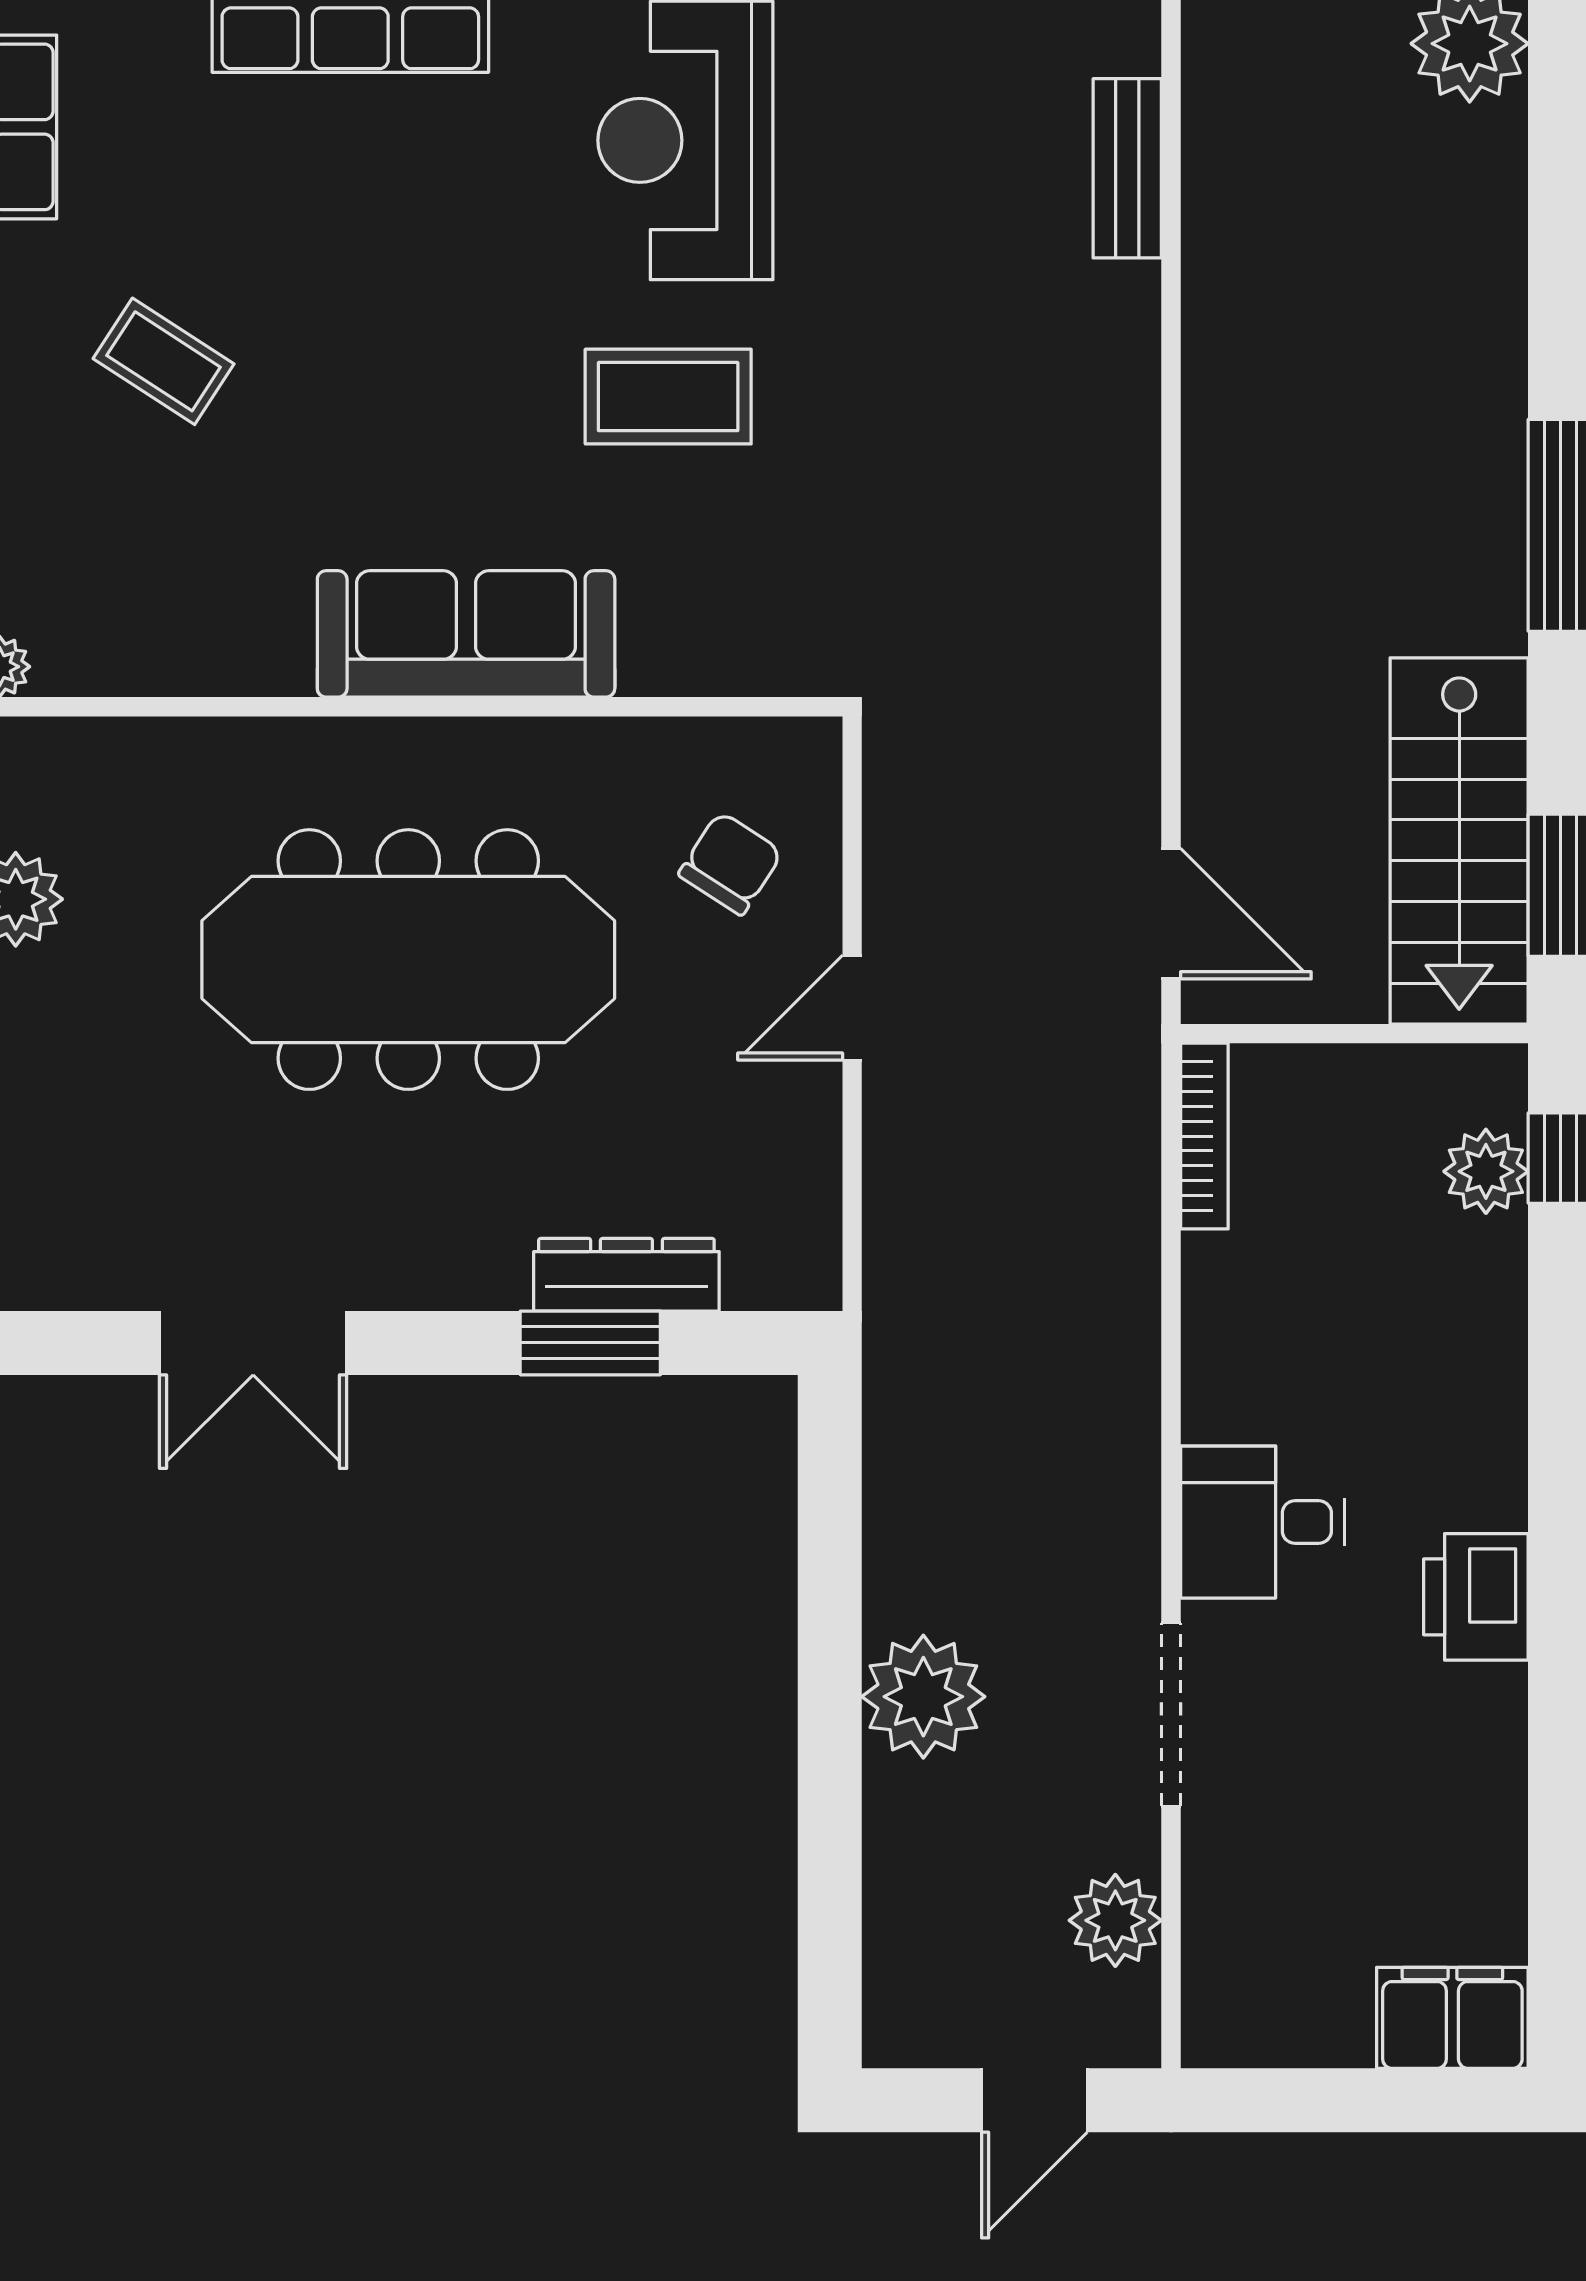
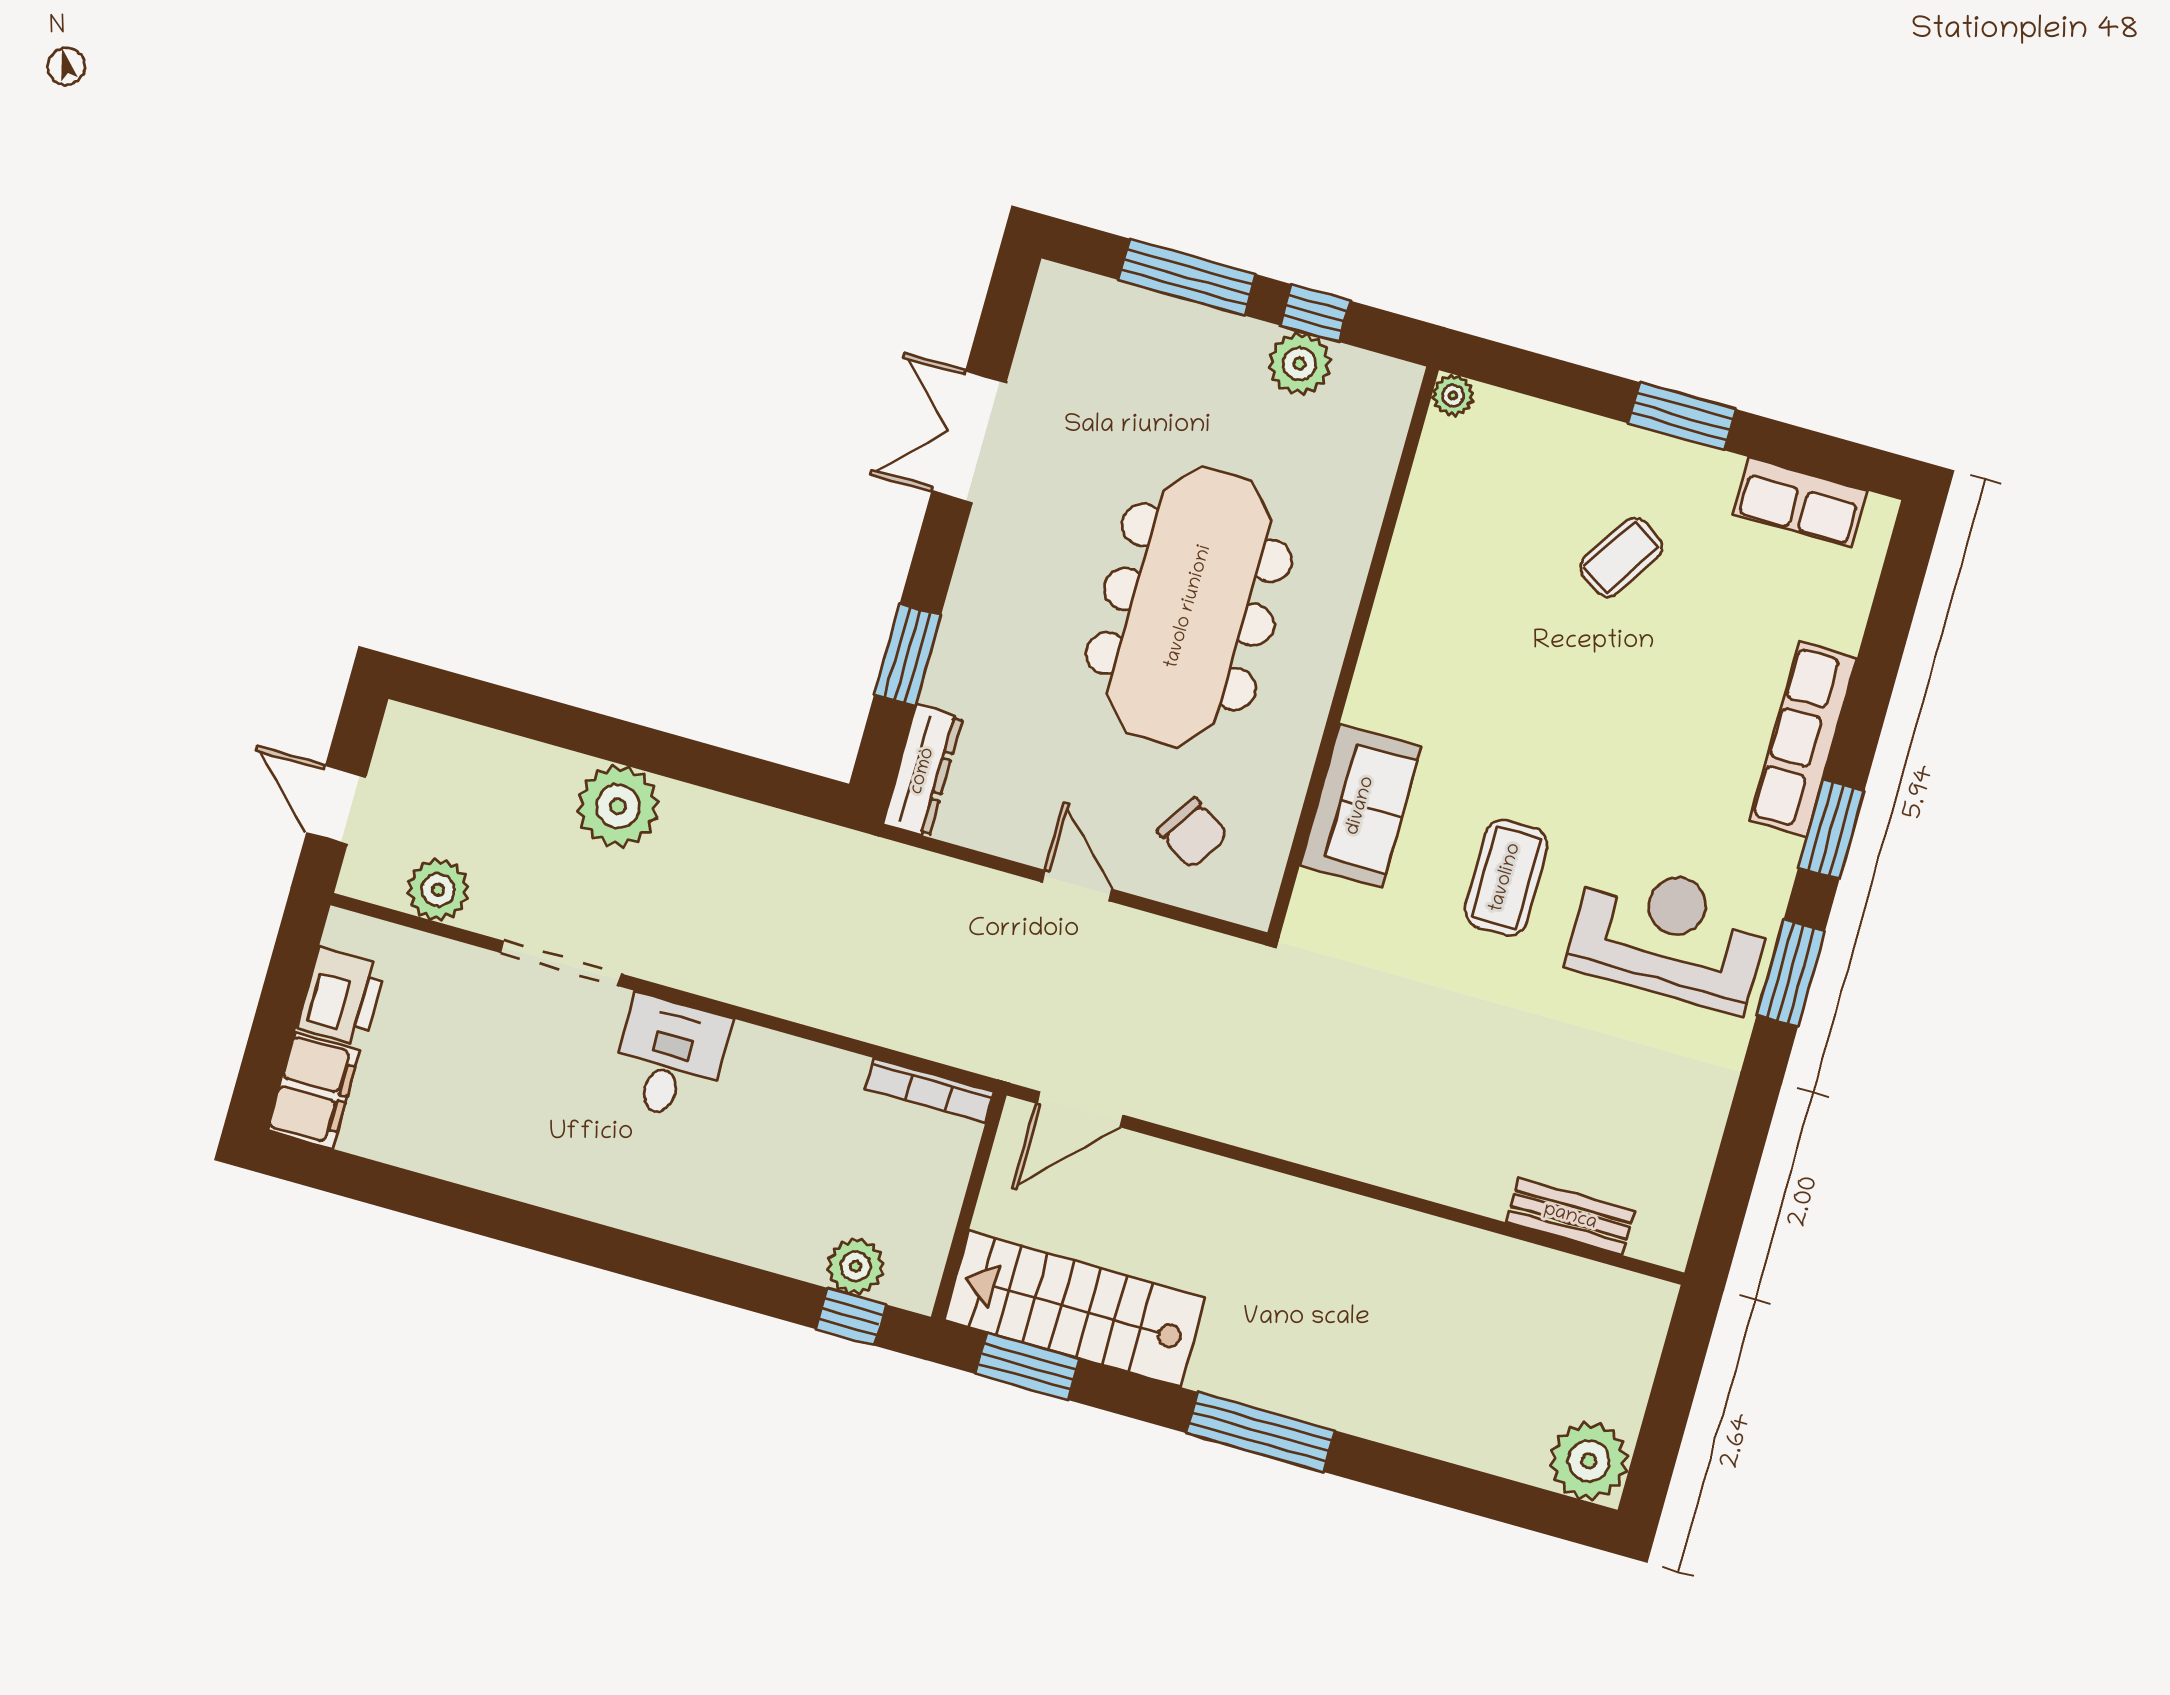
sofa: (466, 634) -> (1361, 806), moved, width x0.73
dresser: (626, 1275) -> (923, 771), moved
printer: (1476, 1597) -> (341, 997), moved, turned 90

